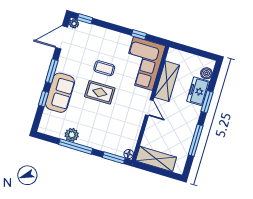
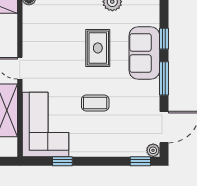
rug: (100, 92) -> (98, 48), moved, turned 90

